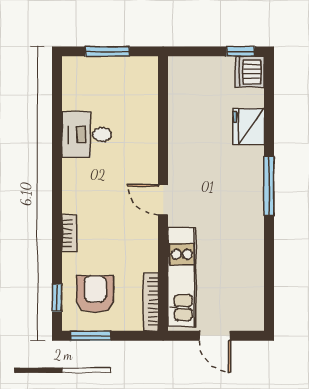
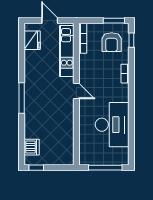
window: (107, 51) -> (105, 168), width x1.44
dishwasher: (250, 72) -> (32, 147), moved
fridge: (249, 127) -> (32, 40), moved
desk: (87, 135) -> (112, 125), width x1.87, depth x1.30

